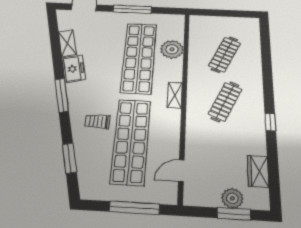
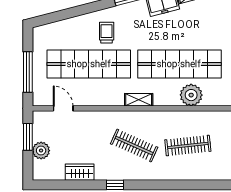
clothes rail: (225, 54) -> (188, 146), turned -30
window: (69, 158) -> (69, 13), removed
wardrobe: (258, 171) -> (80, 172), moved
window: (234, 214) -> (28, 137), moved

